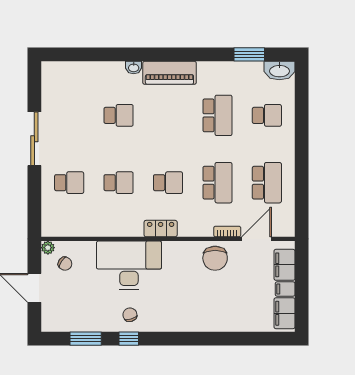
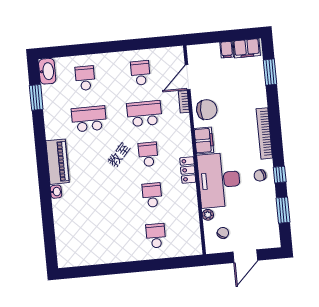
school desk: (119, 115) -> (97, 200), removed
sliding door: (34, 139) -> (122, 268), removed
school desk: (267, 183) -> (140, 73), width x0.54
locker: (161, 229) -> (188, 170), moved
door: (256, 239) -> (188, 77), hinge flipped
plant: (48, 248) -> (208, 215), moved
filing cabinet: (284, 265) -> (204, 140), moved, turned -90
bookcase: (180, 325) -> (264, 133), added
window: (253, 339) -> (270, 72), added

